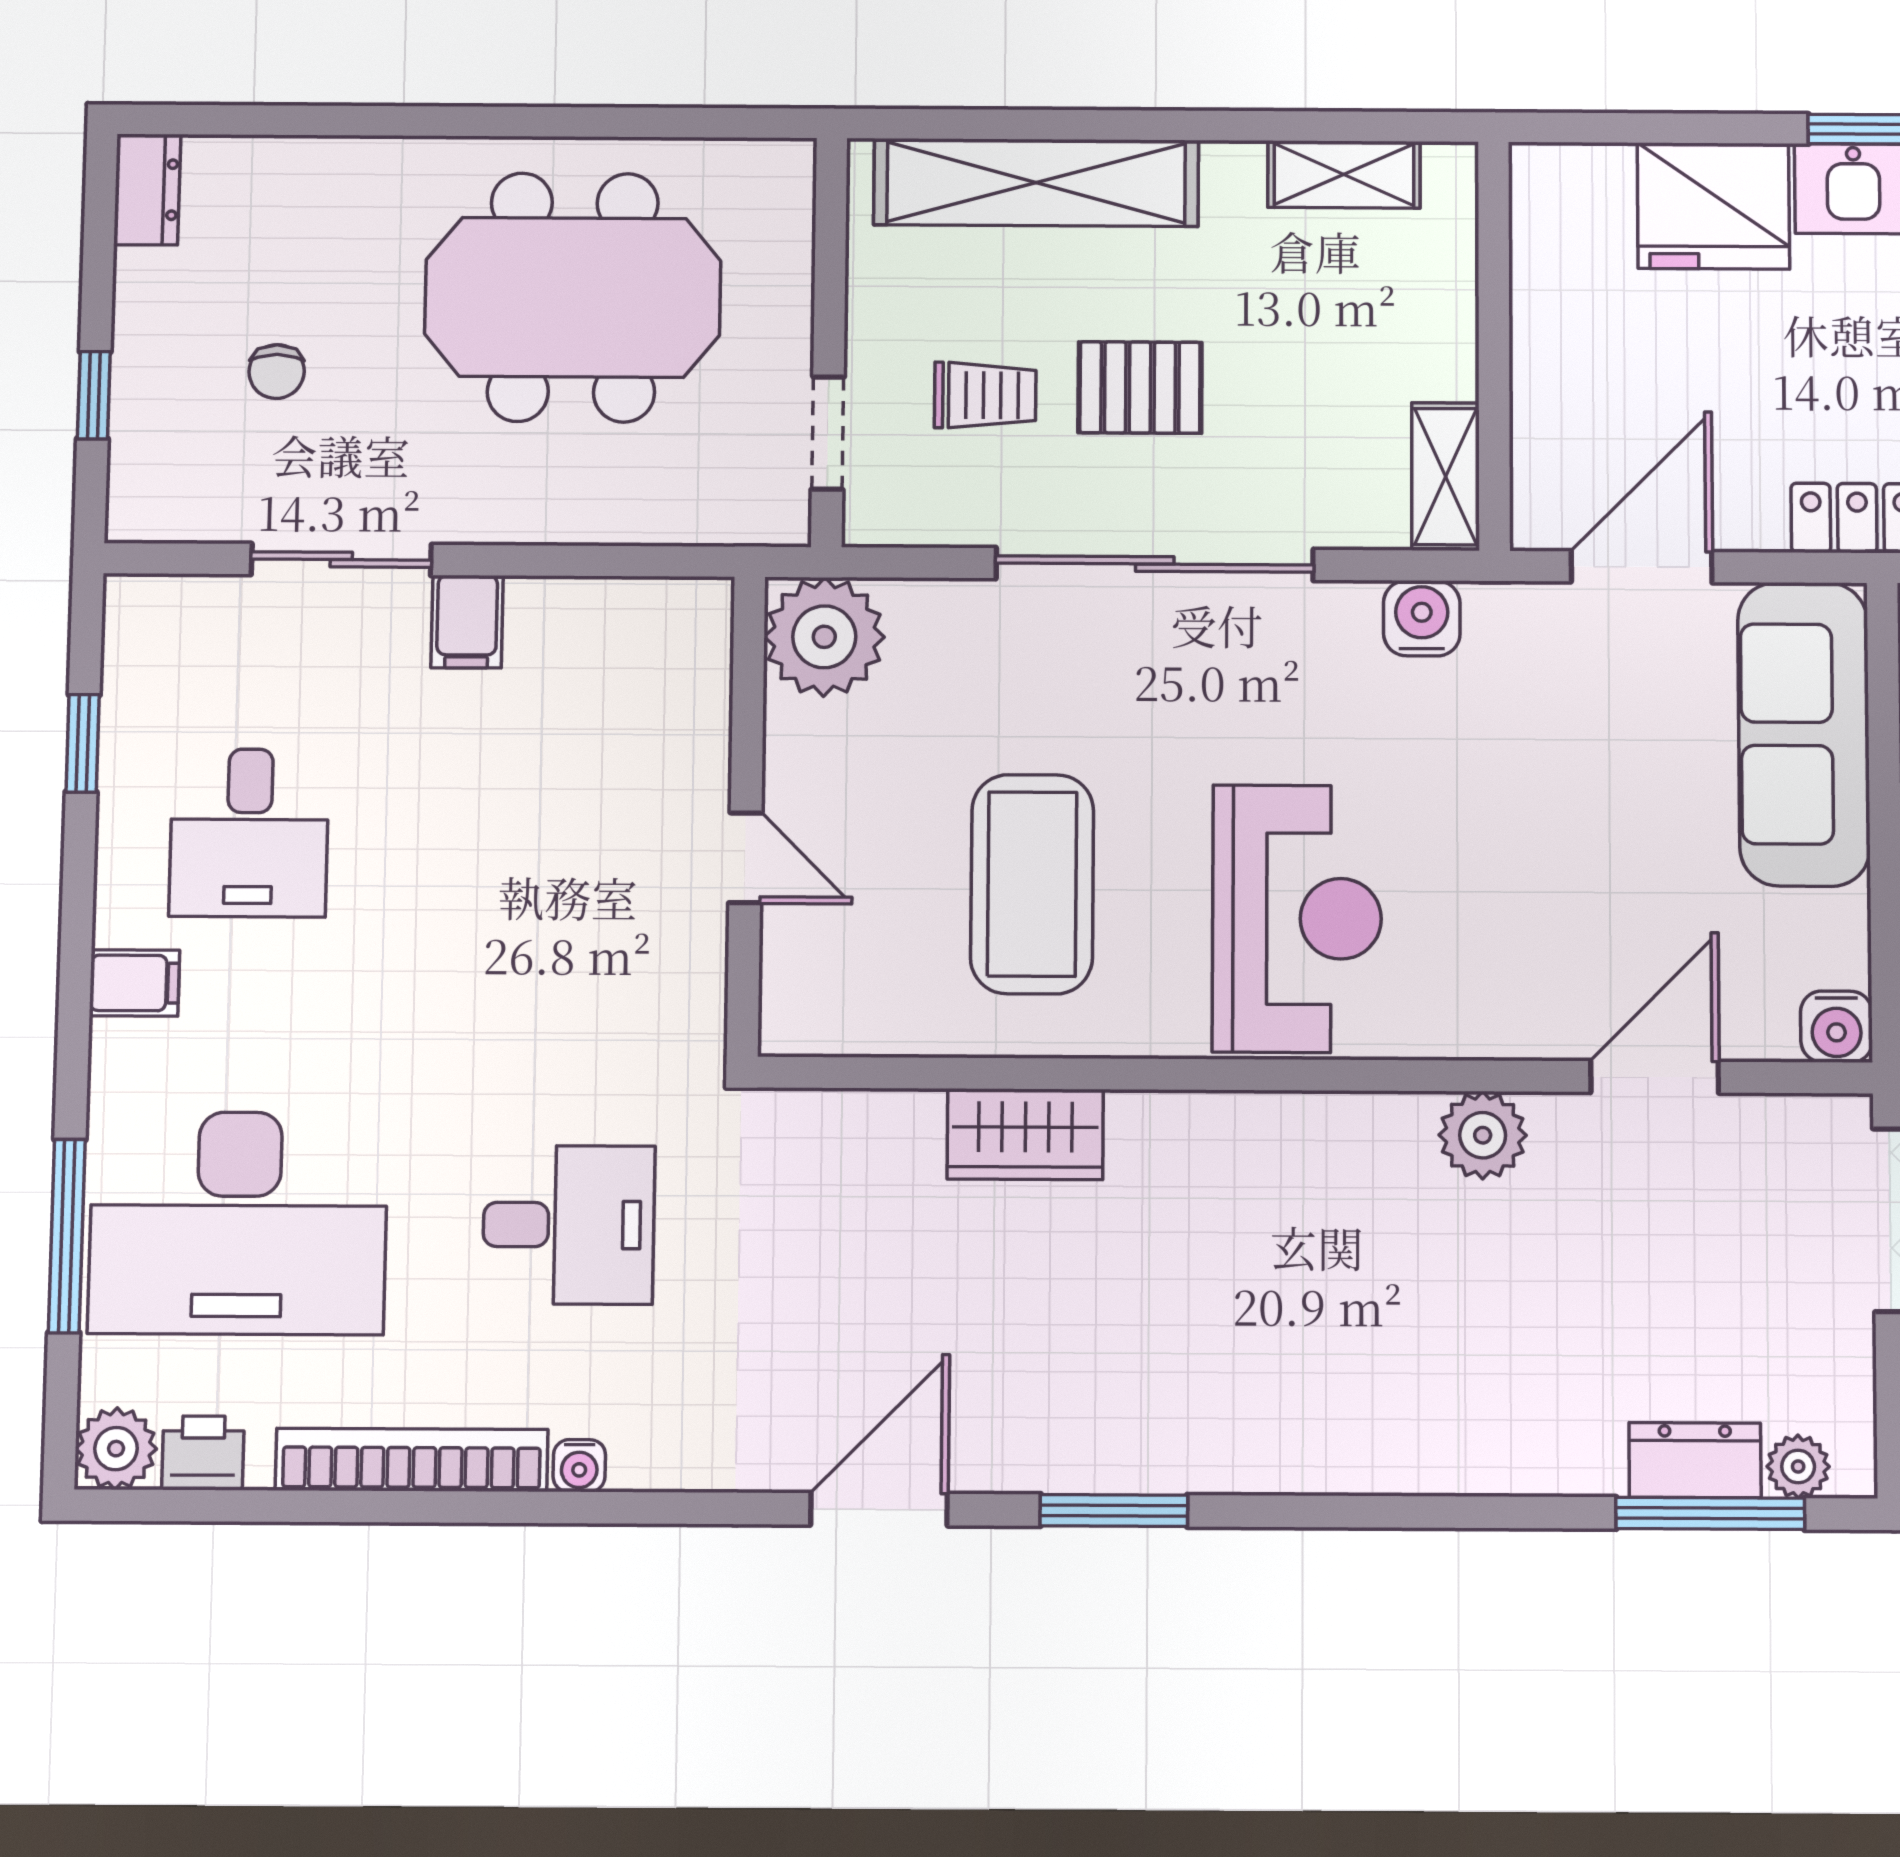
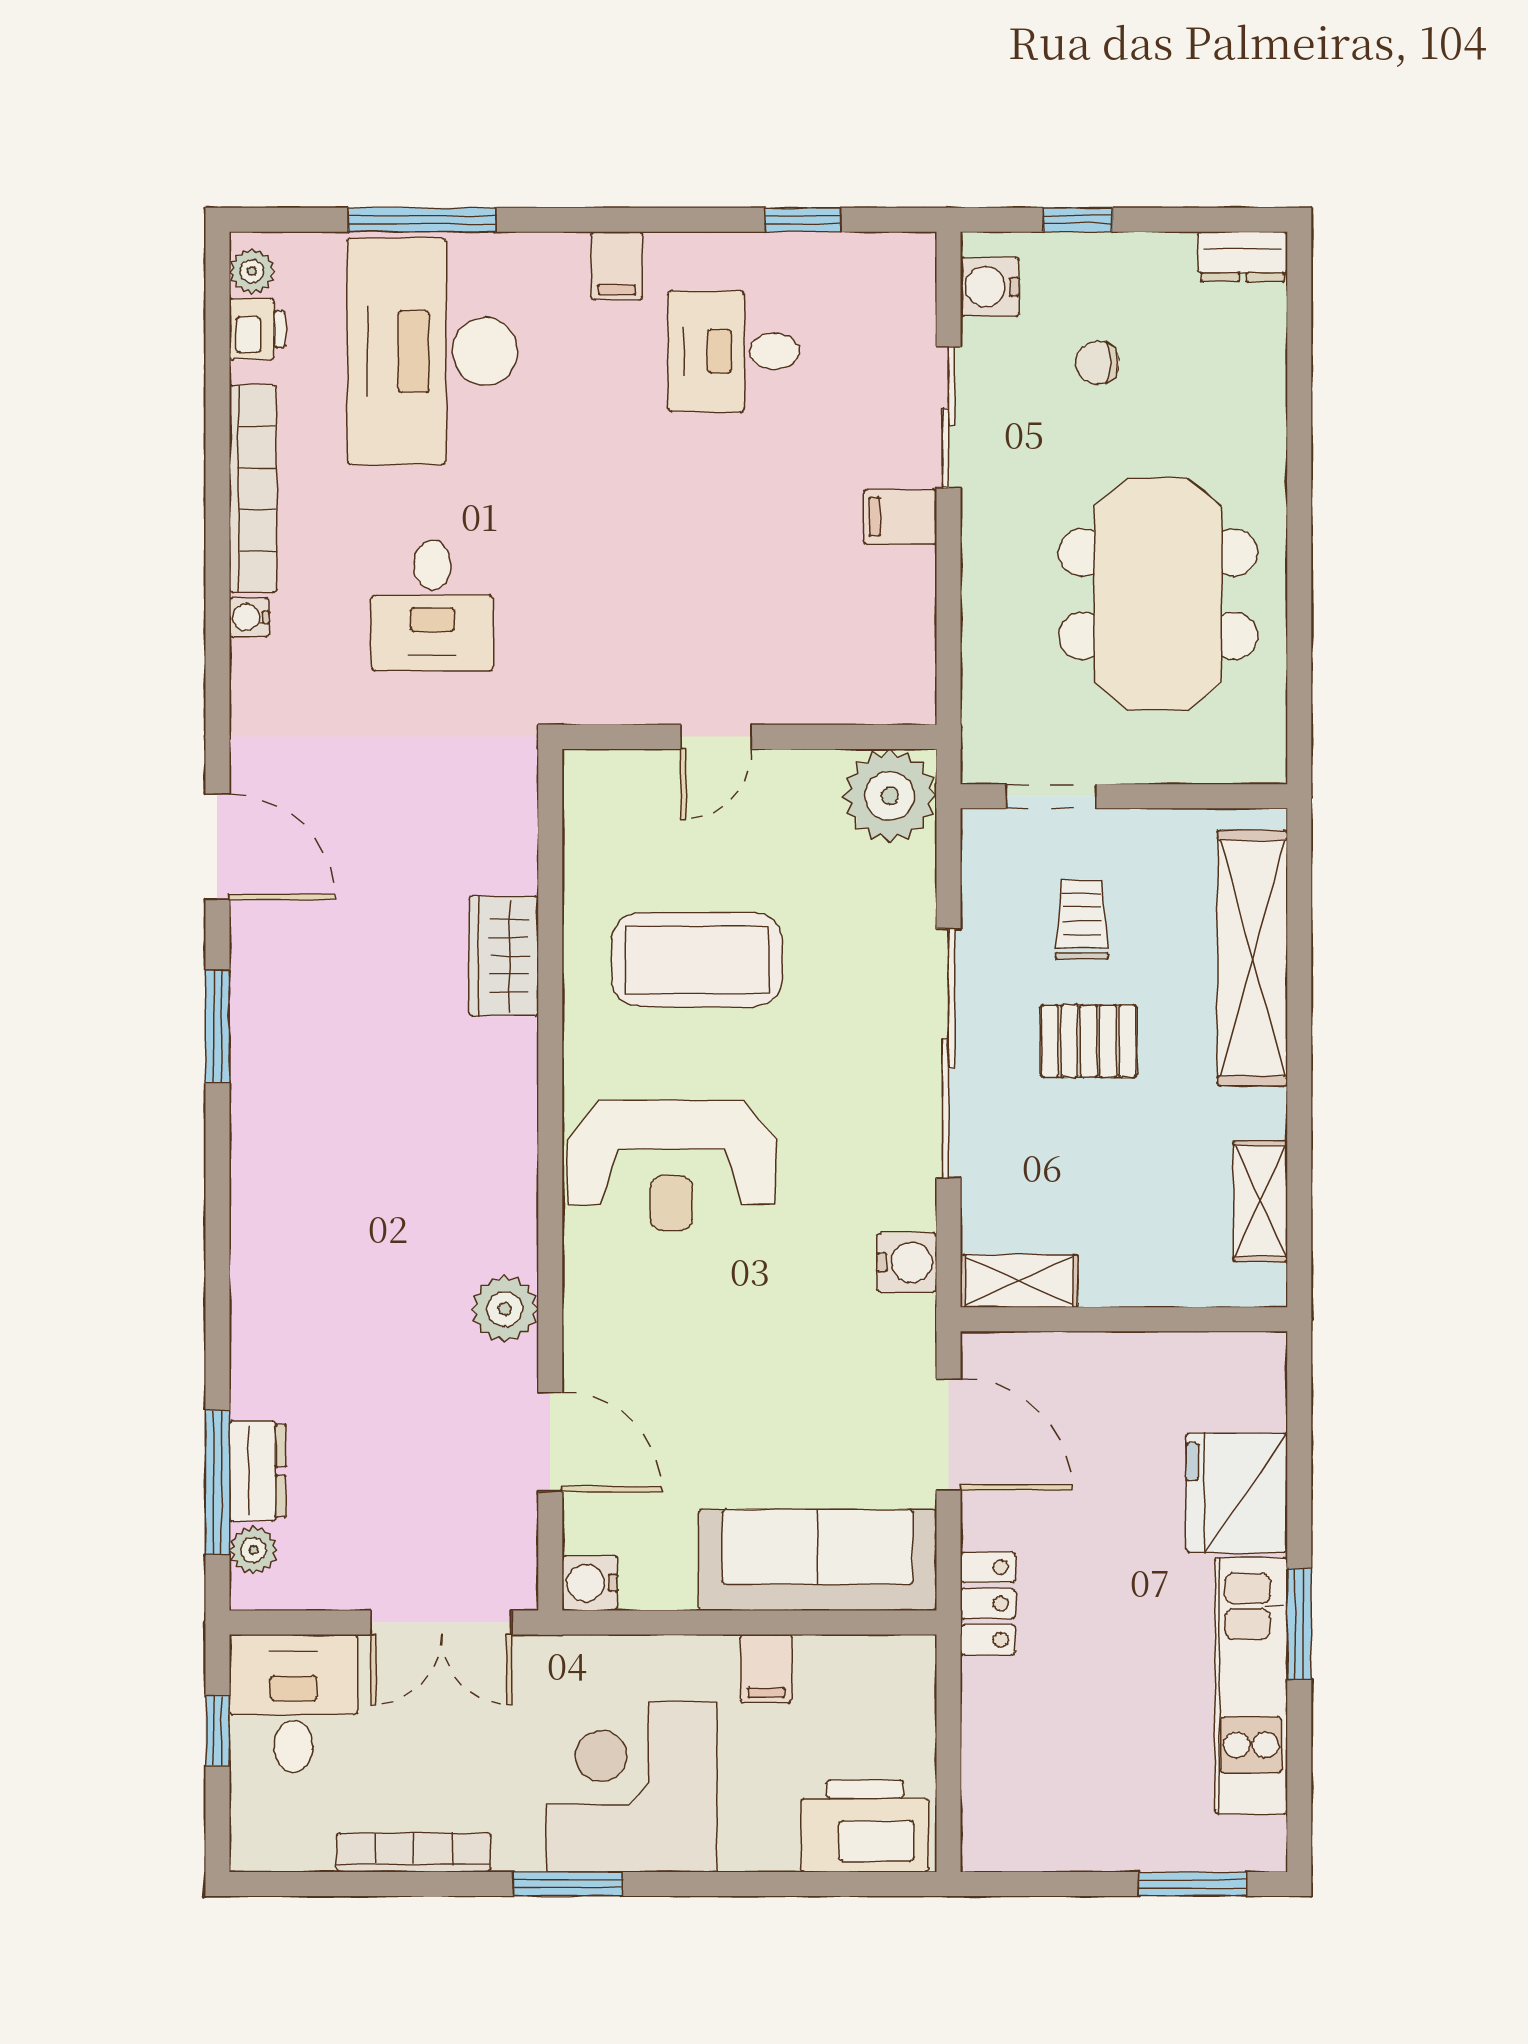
pallet: (1140, 387) -> (1089, 1041), turned 90
trolley: (985, 395) -> (1082, 919), turned 180
water cooler: (176, 506) -> (990, 287), added
plant: (116, 1449) -> (252, 271), width x0.73, depth x0.73

